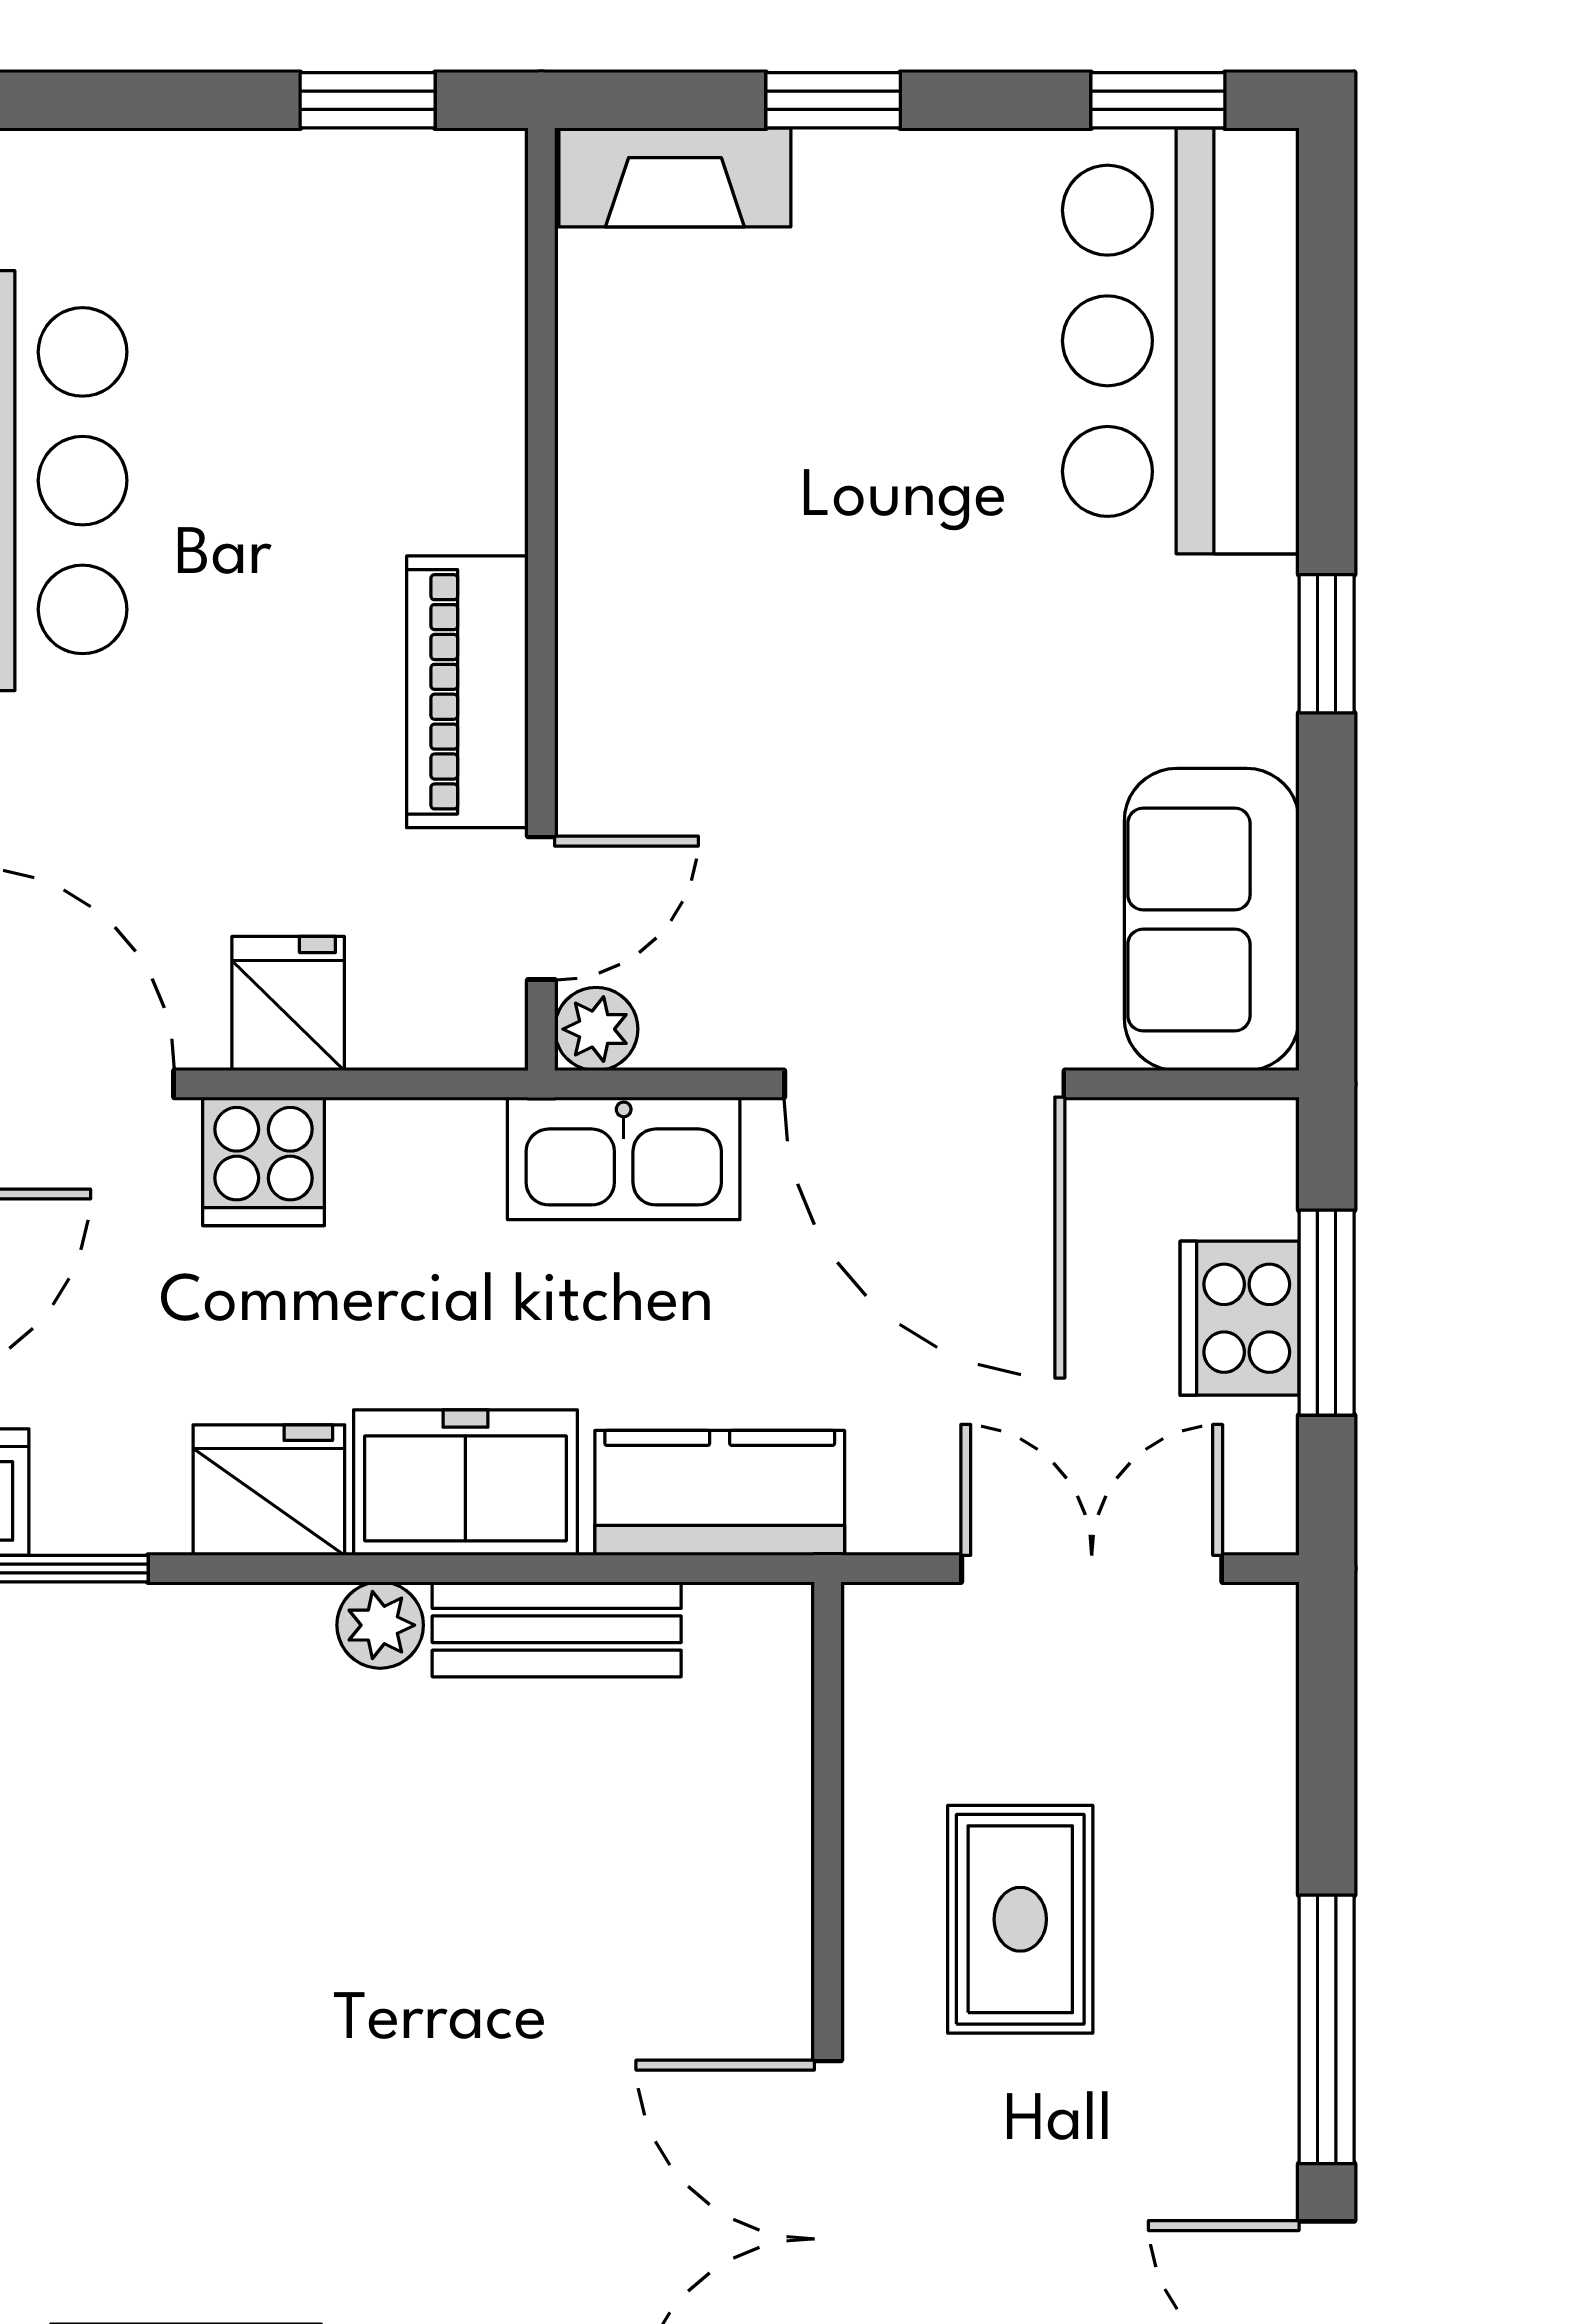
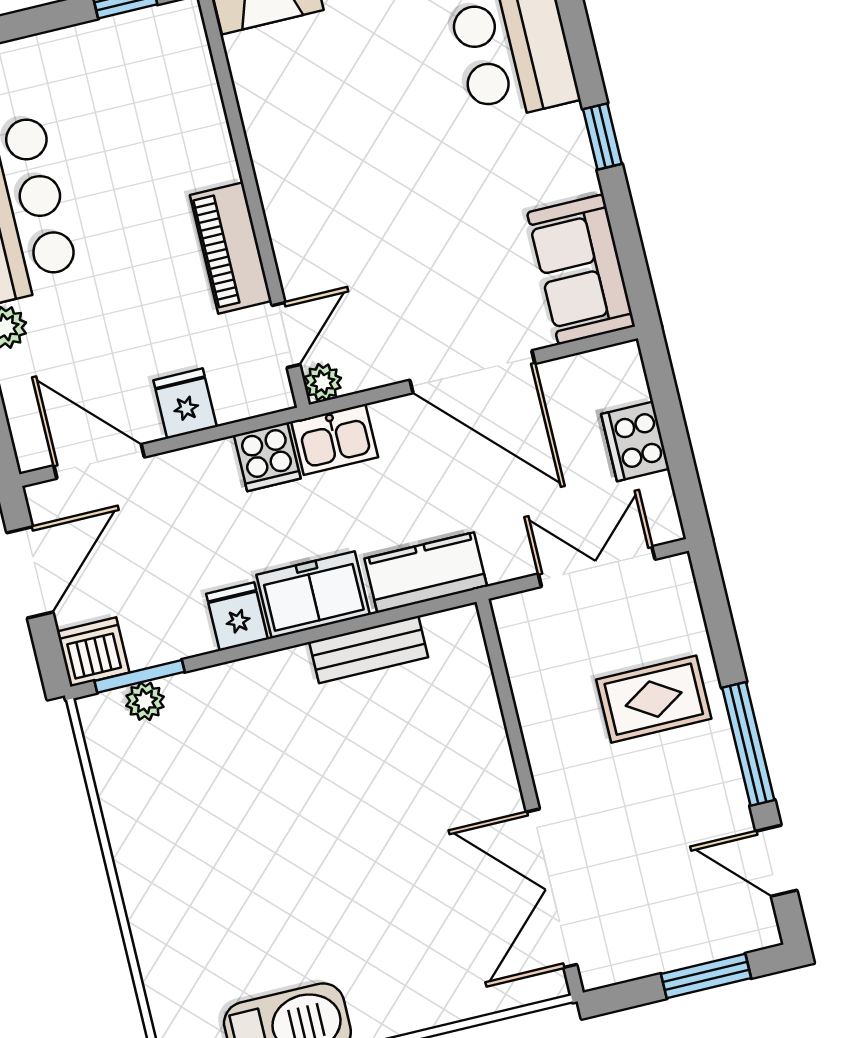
kitchen sink: (624, 1158) -> (335, 439), width x0.73
cooker: (264, 1161) -> (267, 457), moved
window: (1327, 1313) -> (673, 430), removed
fridge: (269, 1490) -> (237, 617), width x0.72
plant: (380, 1625) -> (145, 701), moved
rug: (1020, 1919) -> (654, 699), moved, turned 90

